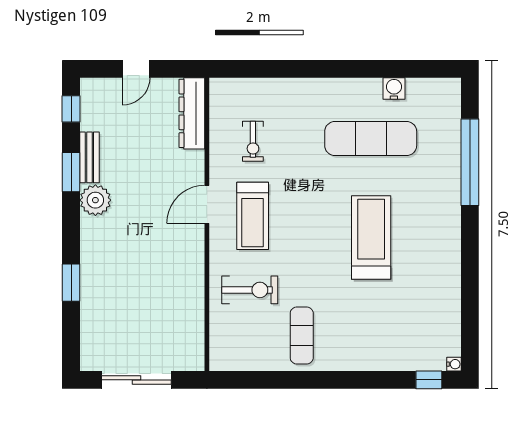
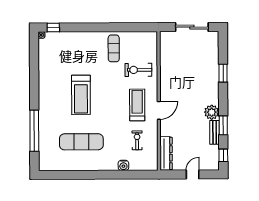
water cooler: (394, 88) -> (123, 165), moved

